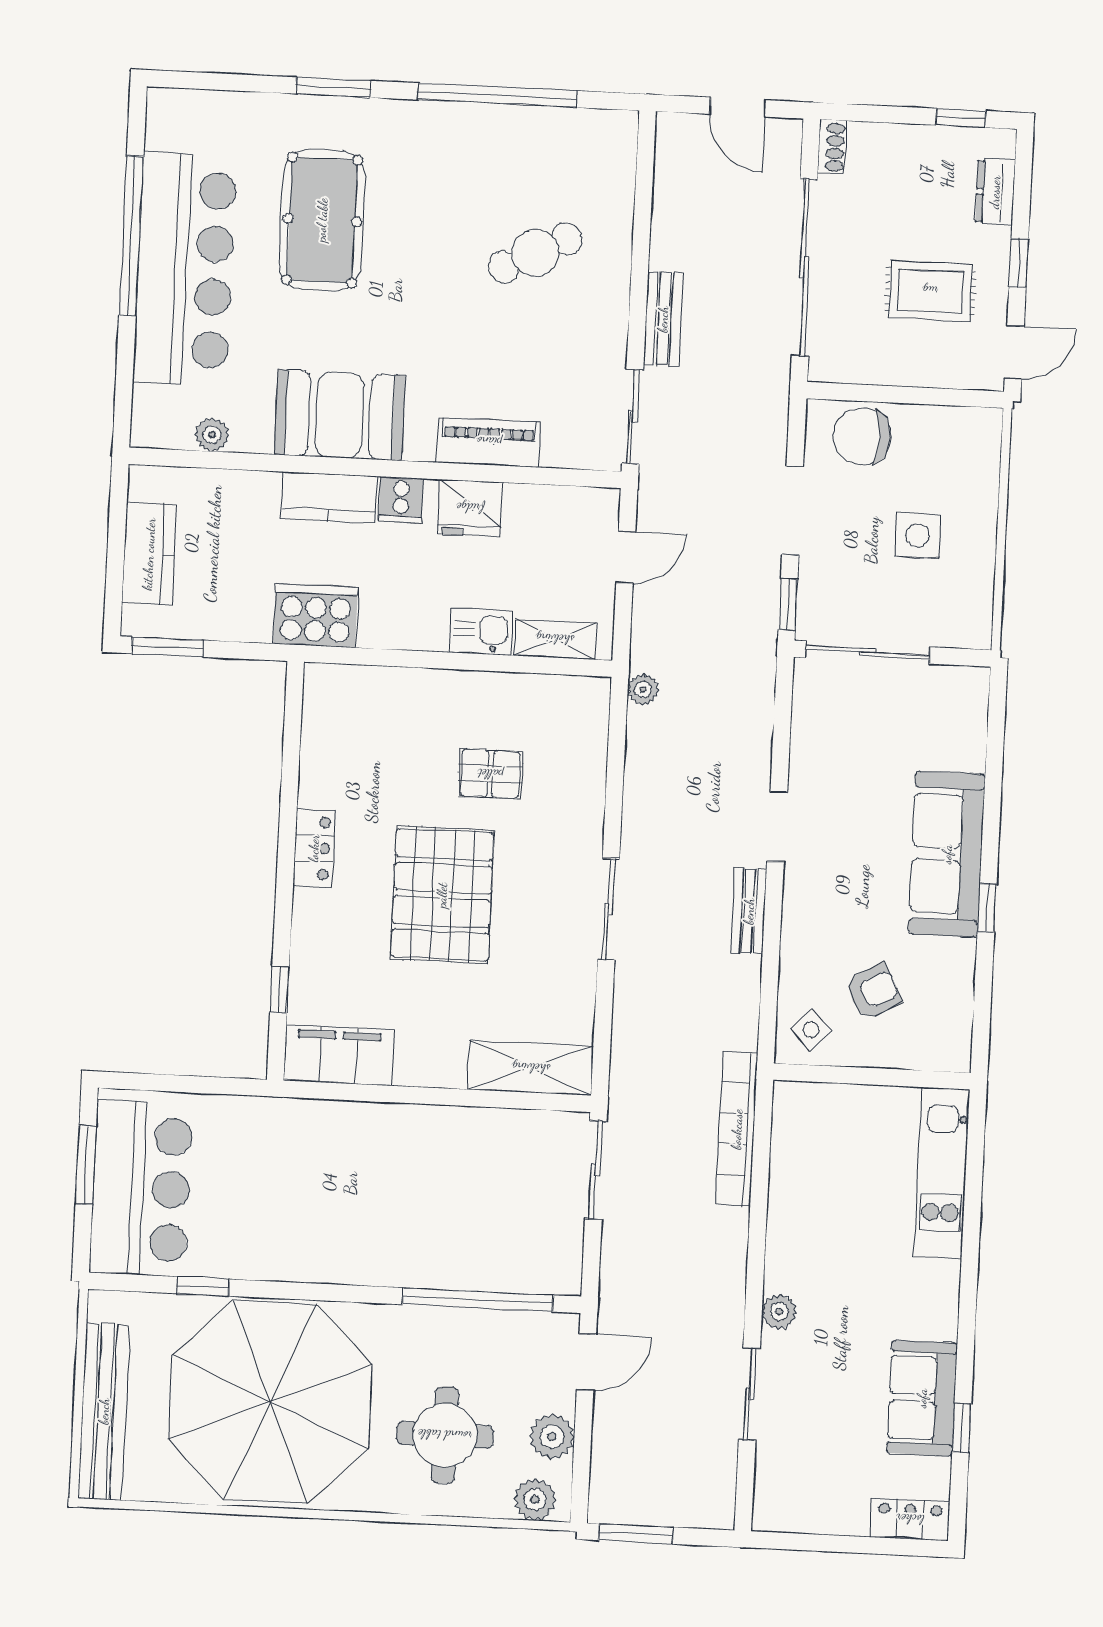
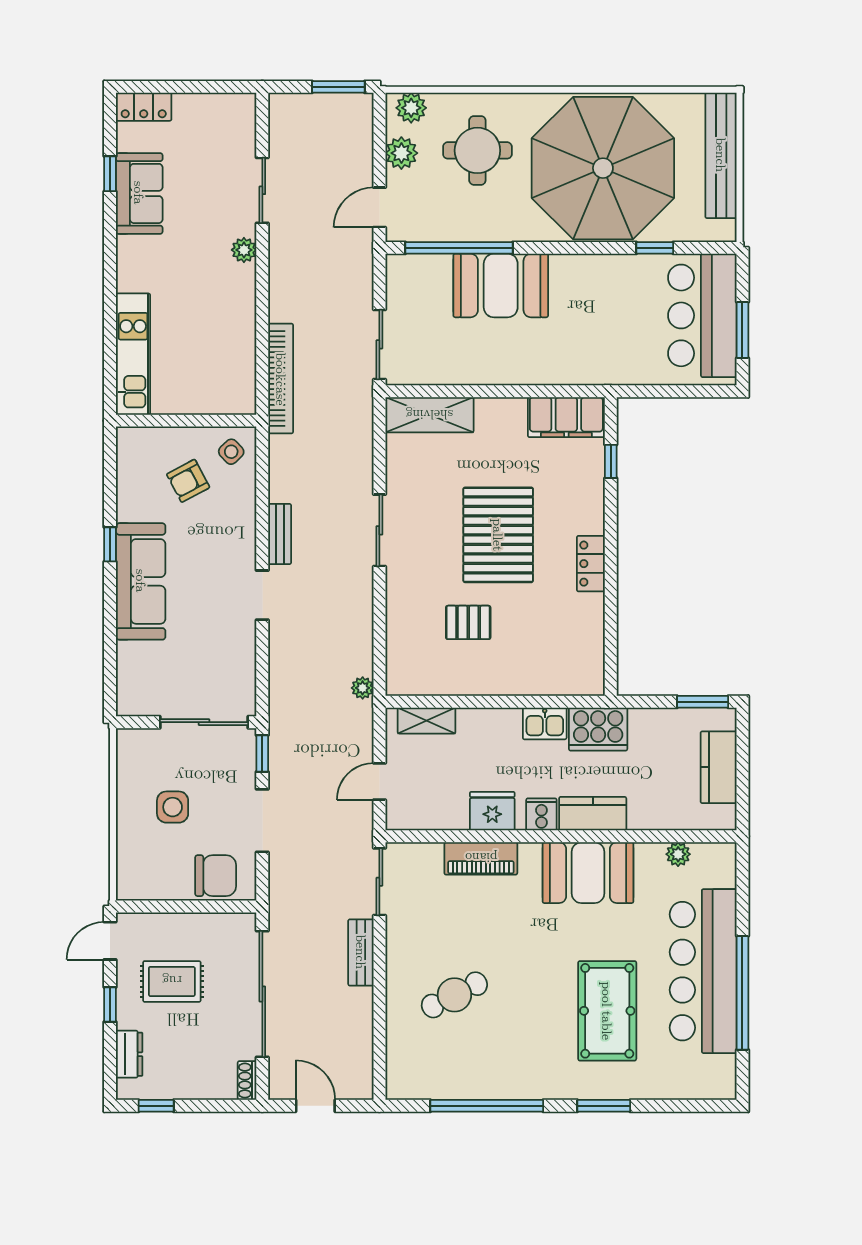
kitchen sink: (481, 632) -> (545, 723), moved
booth: (422, 1244) -> (501, 285), added

